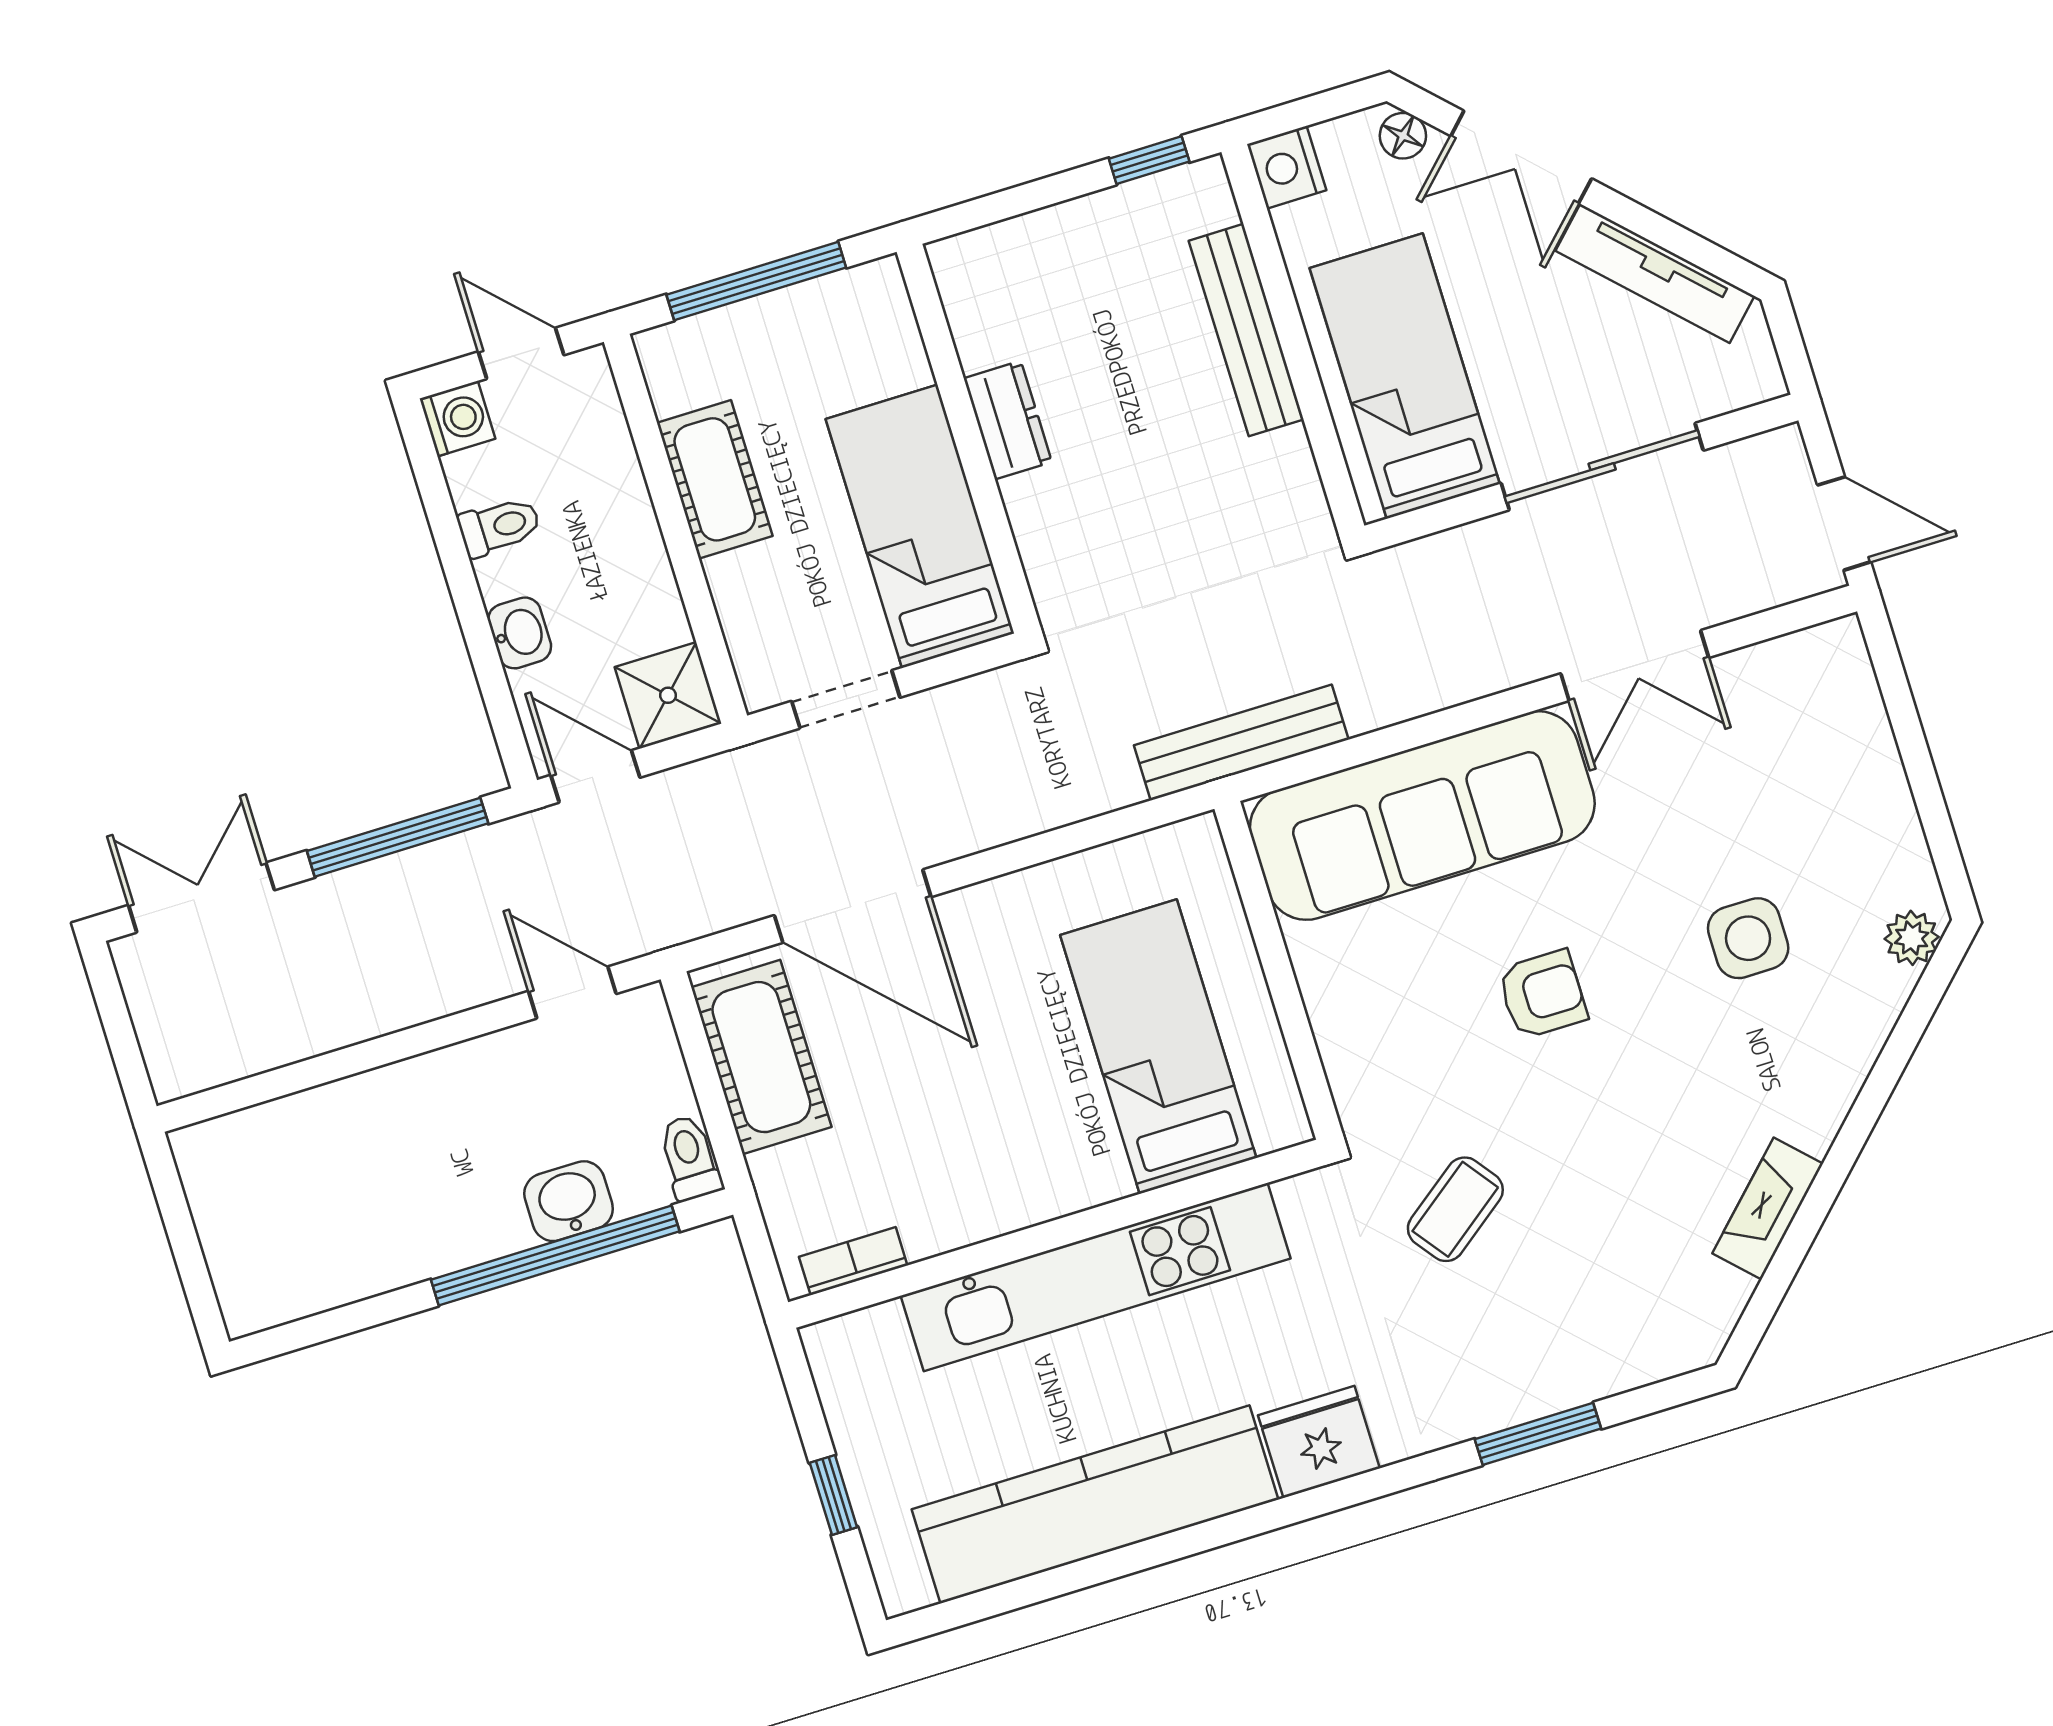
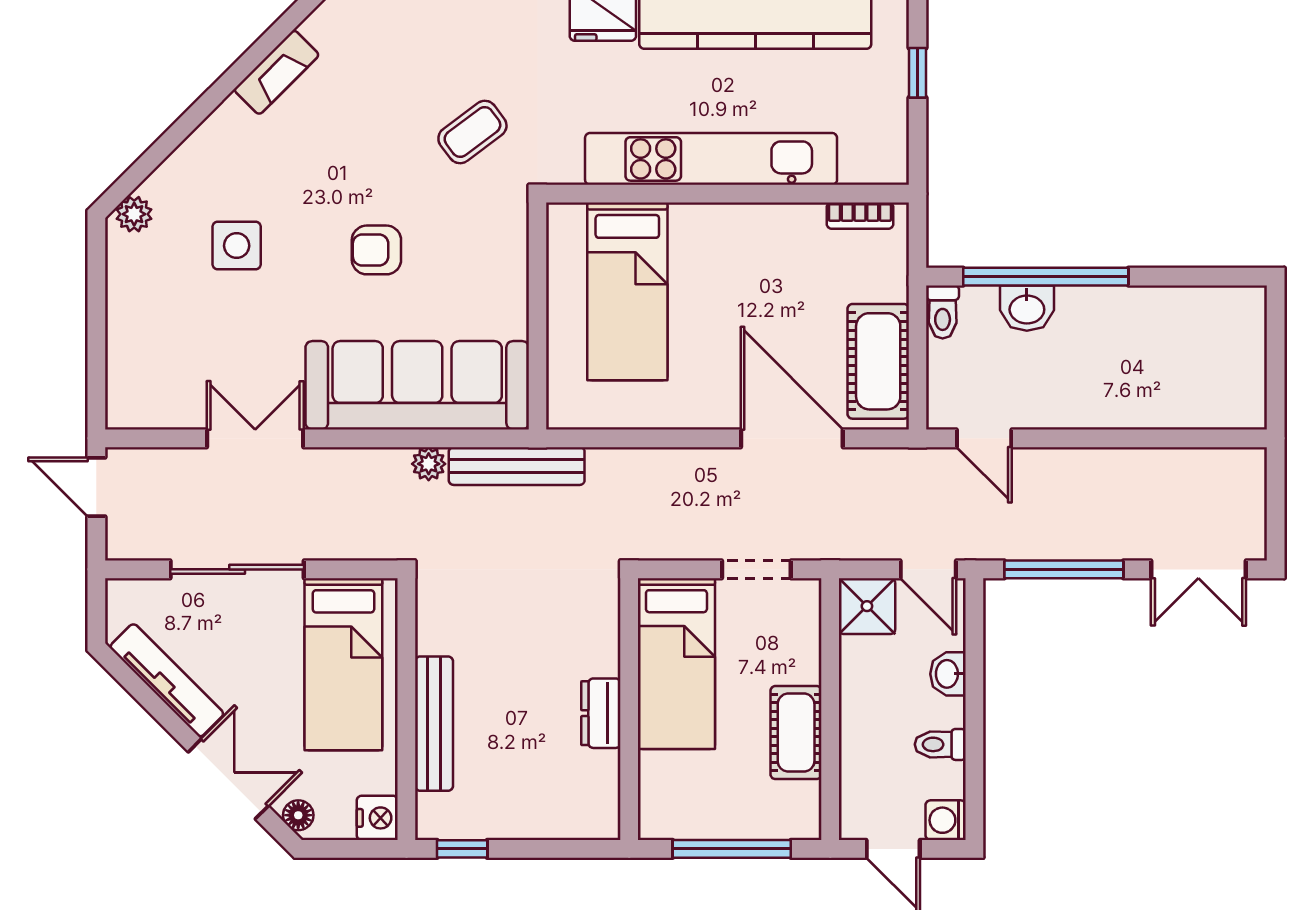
plant: (1371, 706) -> (429, 464), added

